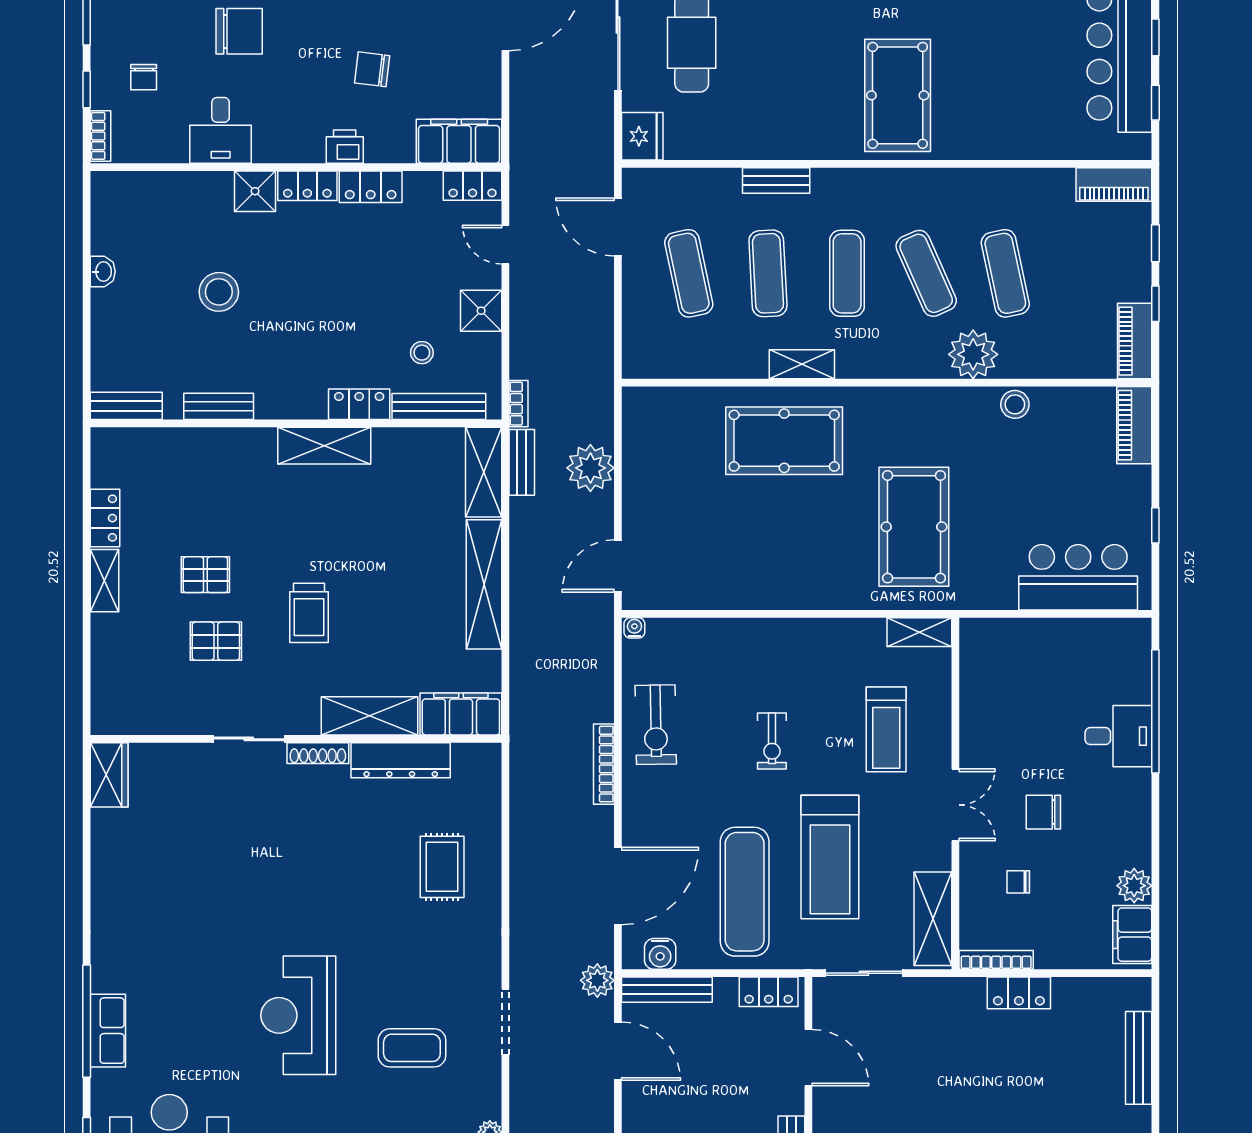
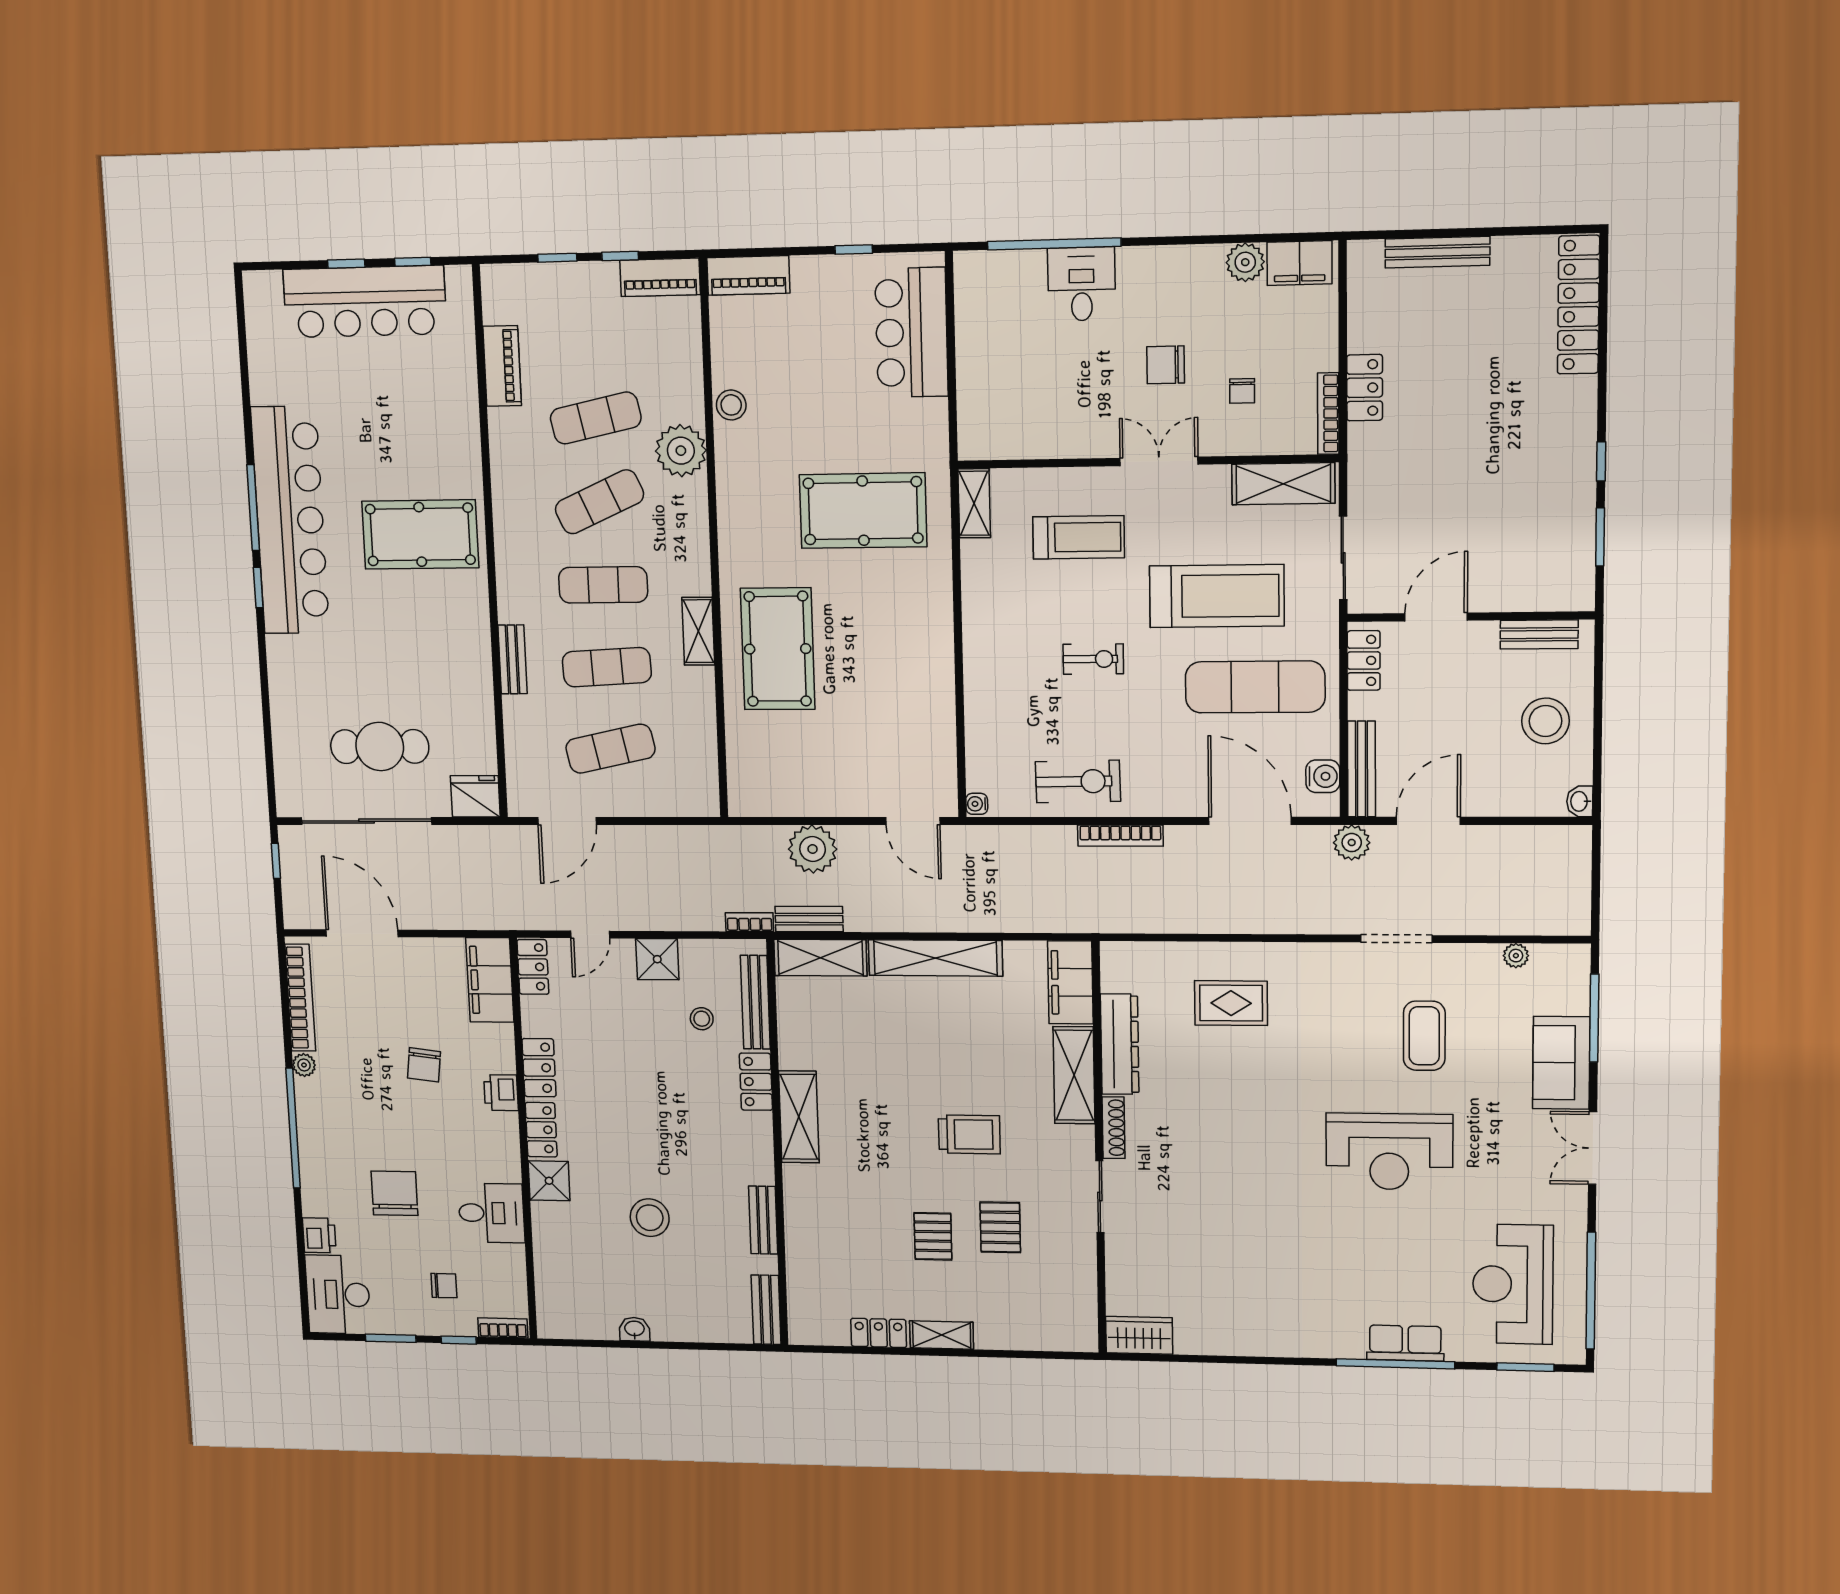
piano: (1114, 185) -> (502, 366), moved
chair: (1043, 812) -> (1166, 365), turned 90

